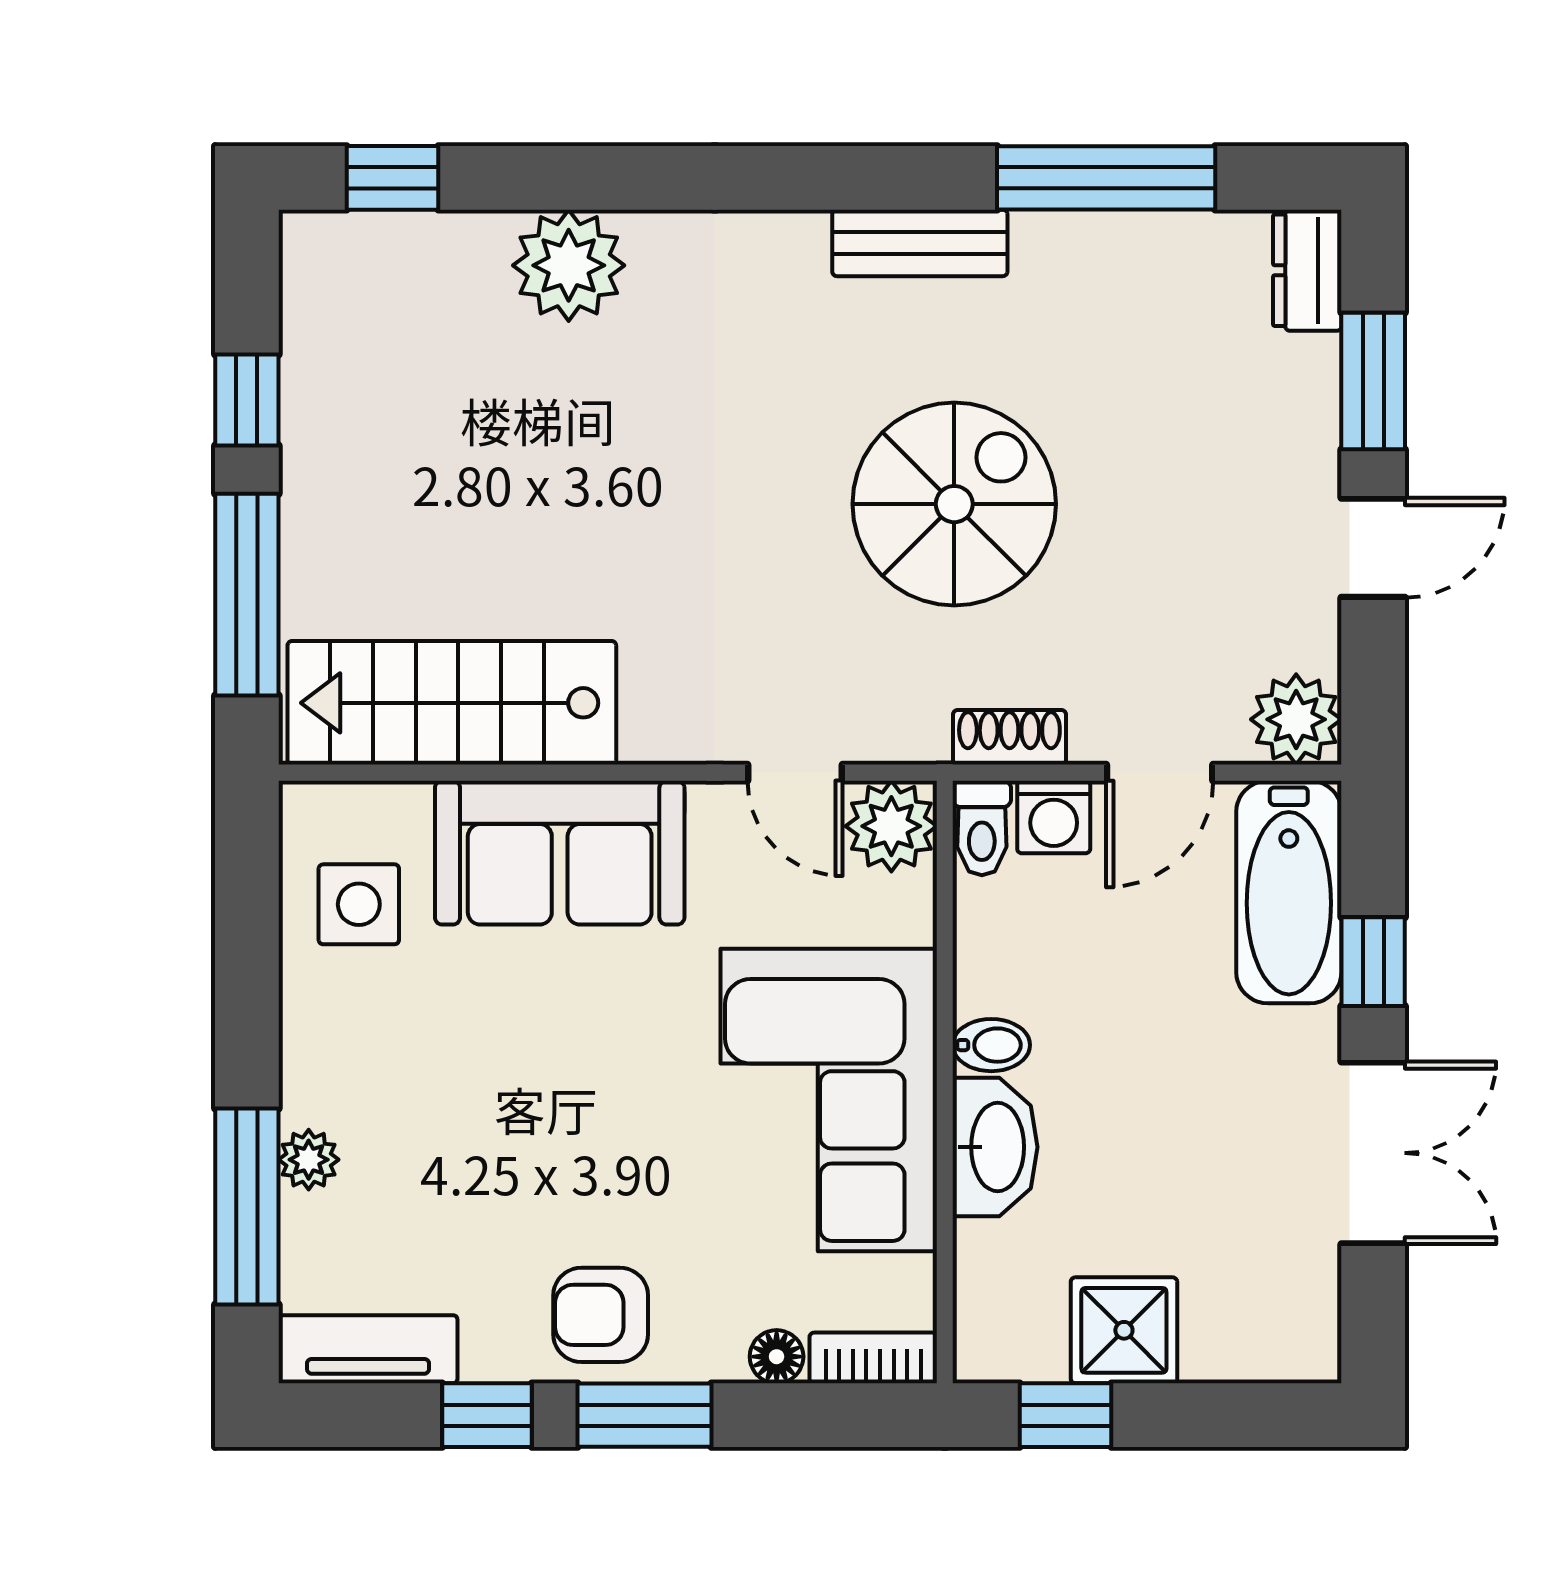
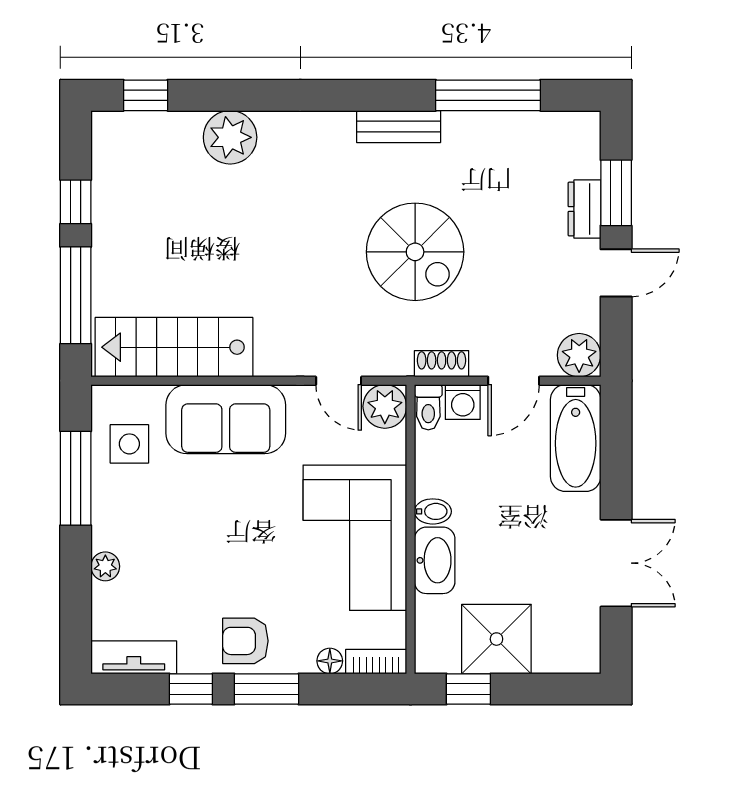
dresser: (1307, 270) -> (584, 209), moved
spiral stairs: (954, 504) -> (415, 252), turned 90
window: (1373, 962) -> (616, 471), removed
window: (247, 1206) -> (76, 478), moved
shower: (1124, 1330) -> (496, 639), width x1.36, depth x1.36

